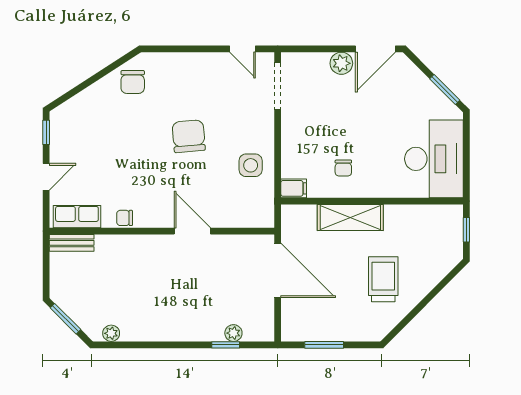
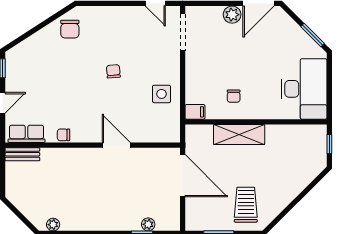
chair: (189, 136) -> (113, 71), width x0.54, depth x0.54
trolley: (383, 279) -> (246, 205), moved
window: (65, 319) -> (18, 213), removed

